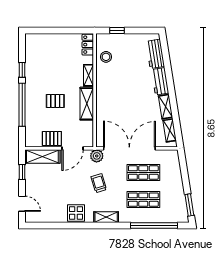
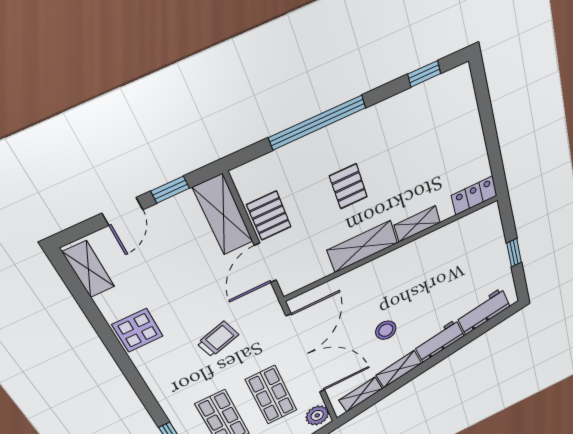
window: (117, 31) -> (514, 253), moved
stool: (106, 57) -> (386, 330), moved
window: (22, 70) -> (424, 74), moved
door: (73, 148) -> (265, 263), hinge flipped
plant: (97, 156) -> (317, 415), moved
door: (22, 204) -> (122, 211), moved
shelving: (106, 217) -> (89, 269), moved

